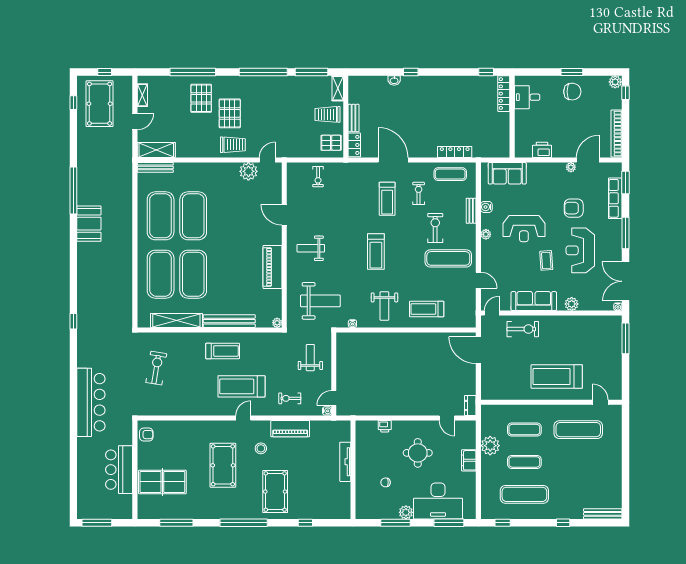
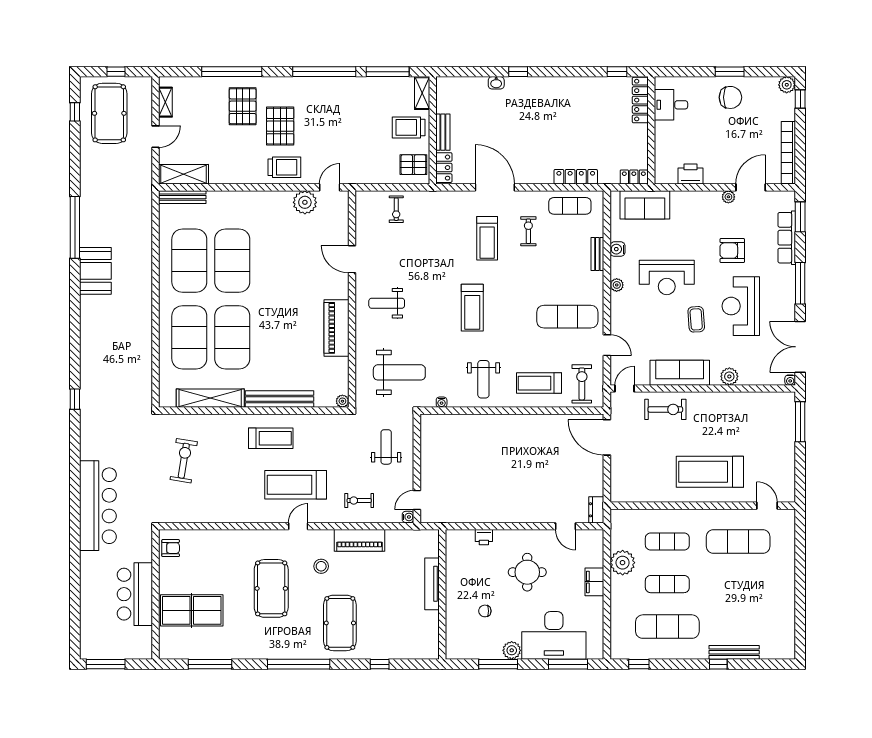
locker: (499, 152) -> (634, 177), added
exercise bike: (435, 228) -> (582, 384), moved
bench: (603, 514) -> (734, 652), moved

